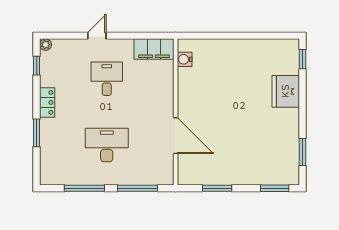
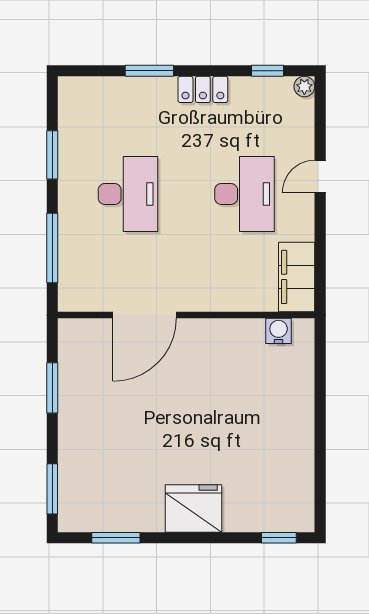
door: (97, 36) -> (320, 177), swing flipped
desk: (107, 79) -> (244, 194), width x1.37
fridge: (286, 91) -> (194, 508), moved
window: (84, 188) -> (52, 155), width x0.69

